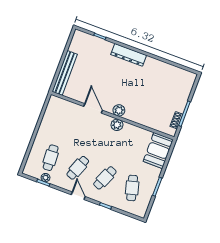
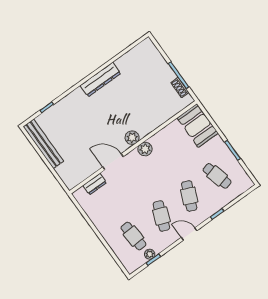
dresser: (129, 55) -> (100, 79), moved
bench: (65, 73) -> (43, 144), moved
dresser: (69, 106) -> (95, 184), added

